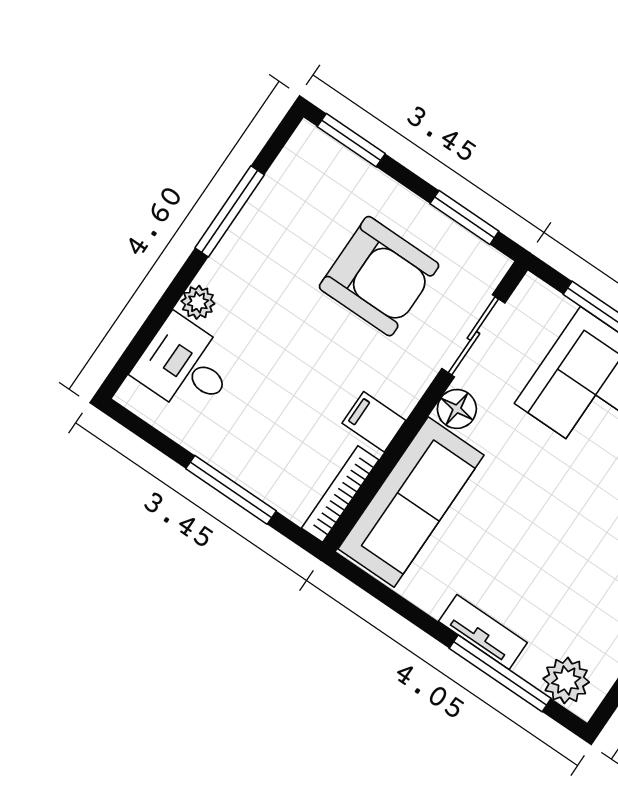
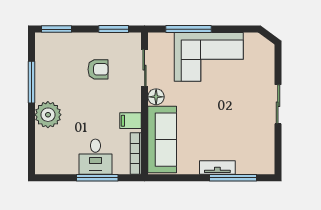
armchair: (379, 276) -> (98, 69), width x0.53, depth x0.53
plant: (198, 302) -> (48, 115), width x1.87, depth x1.87
desk: (185, 366) -> (95, 157), moved, turned -90
plant: (566, 680) -> (257, 165), removed

